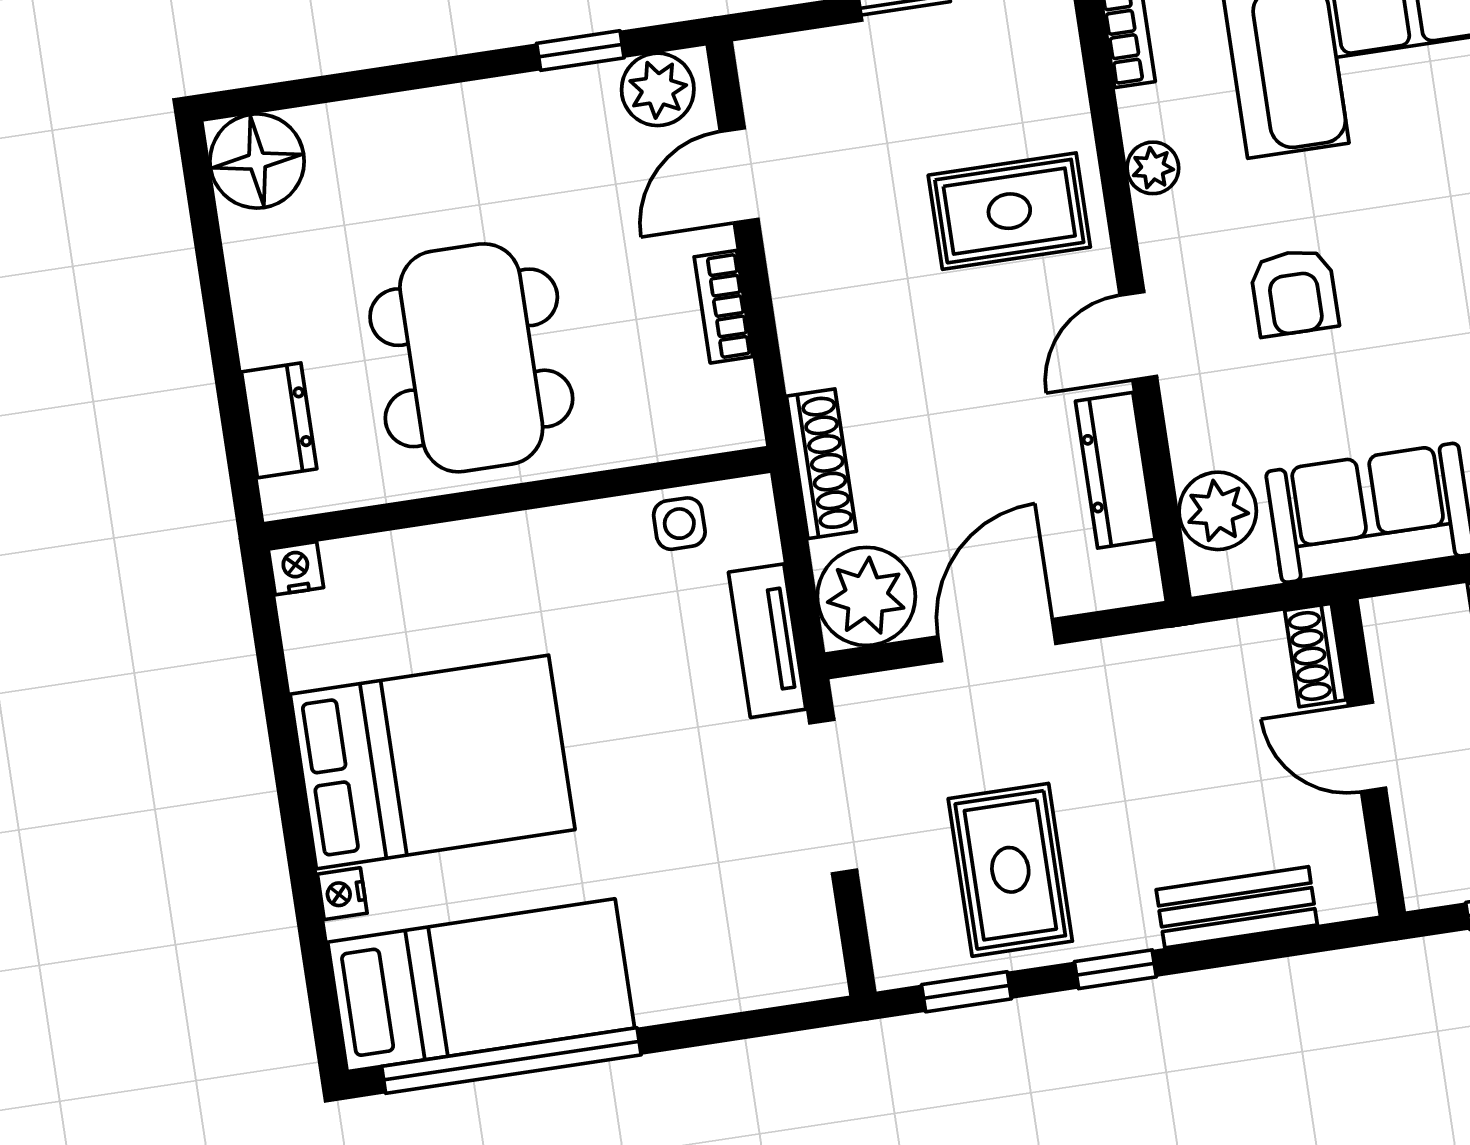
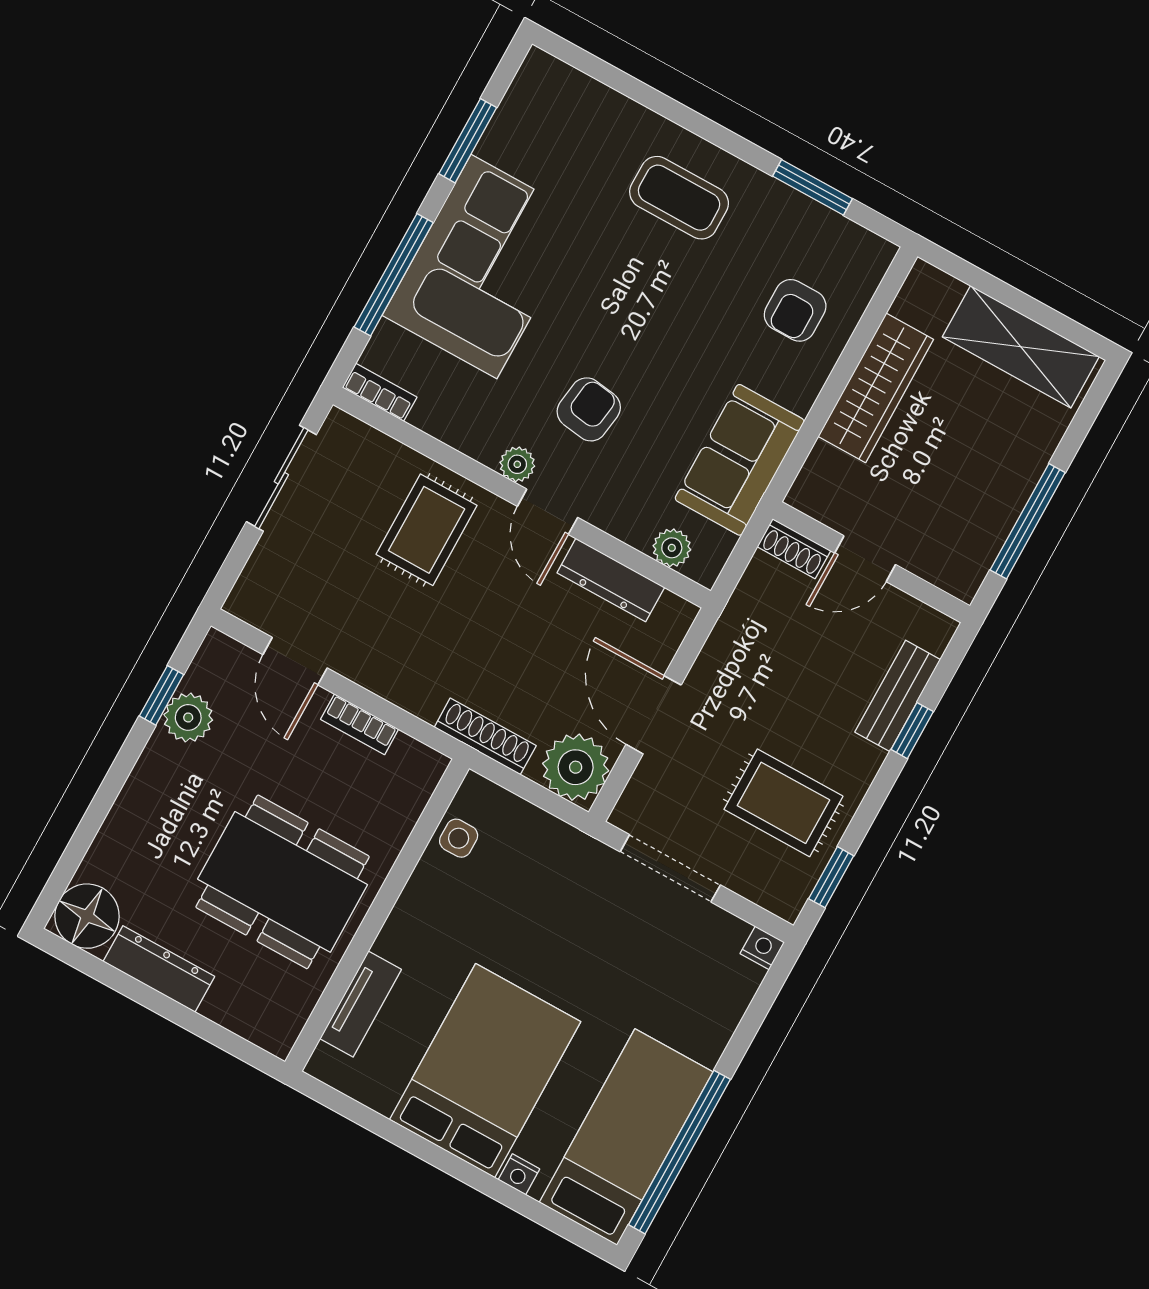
plant: (658, 89) -> (188, 717), moved
plant: (1153, 168) -> (517, 464), moved
armchair: (1294, 292) -> (589, 409), turned -82
dresser: (279, 420) -> (159, 969), moved, width x1.44
plant: (1218, 511) -> (672, 548), width x0.73, depth x0.73
nightstand: (296, 568) -> (762, 948), moved, turned 90
tv unit: (767, 641) -> (361, 1004), moved, turned -90
window: (1115, 969) -> (912, 731), moved

